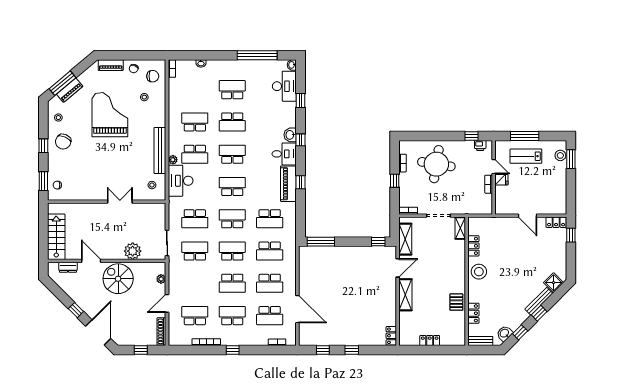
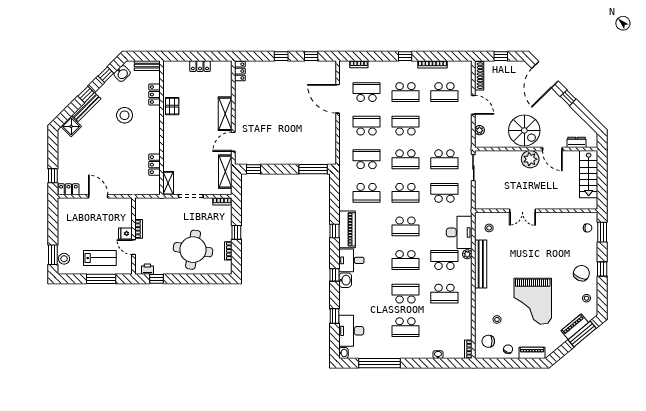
school desk: (270, 219) -> (367, 193), turned 180
plant: (133, 251) -> (530, 159), moved
stool: (479, 272) -> (125, 115), moved
door: (167, 303) -> (473, 105), hinge flipped

